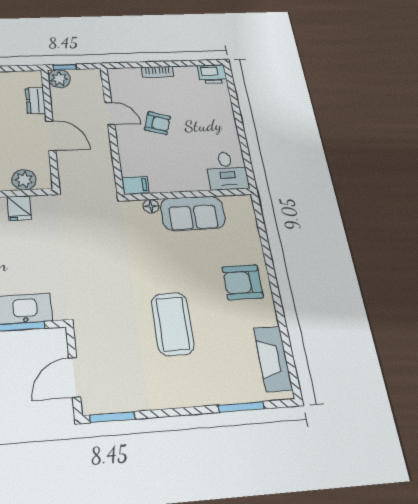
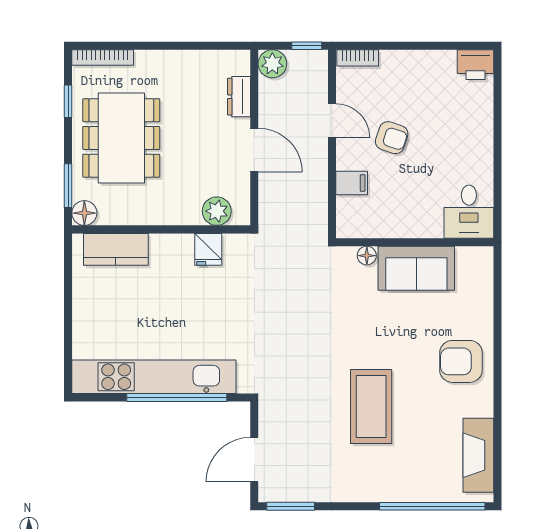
window: (65, 67) -> (307, 46), moved
bookcase: (157, 72) -> (358, 58), moved
filing cabinet: (135, 185) -> (352, 183), moved
window: (241, 407) -> (432, 506), width x2.11

